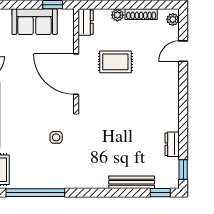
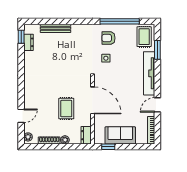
rug: (115, 62) -> (66, 109), turned 90
dresser: (172, 144) -> (29, 42), moved
armchair: (52, 168) -> (108, 38), added
window: (160, 193) -> (36, 21), removed

